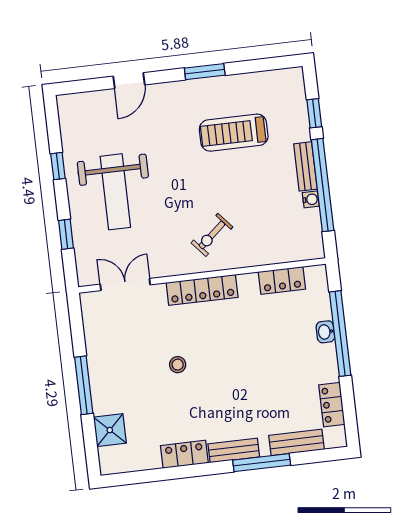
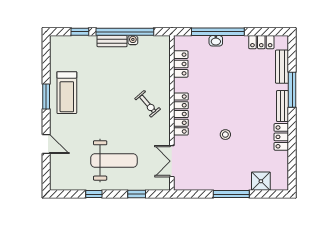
treadmill: (234, 133) -> (67, 93), moved

